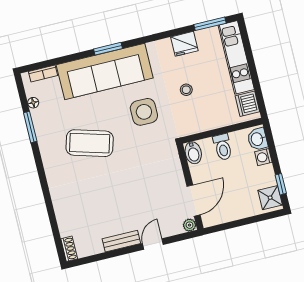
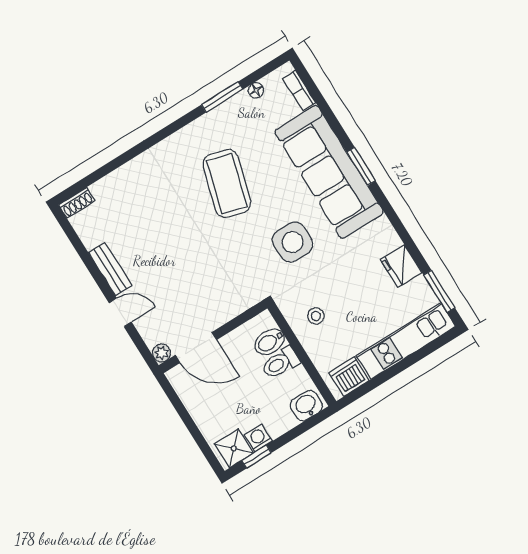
stool: (186, 90) -> (316, 316), moved
bidet: (193, 153) -> (270, 342), moved
washing machine: (263, 157) -> (258, 438), moved

